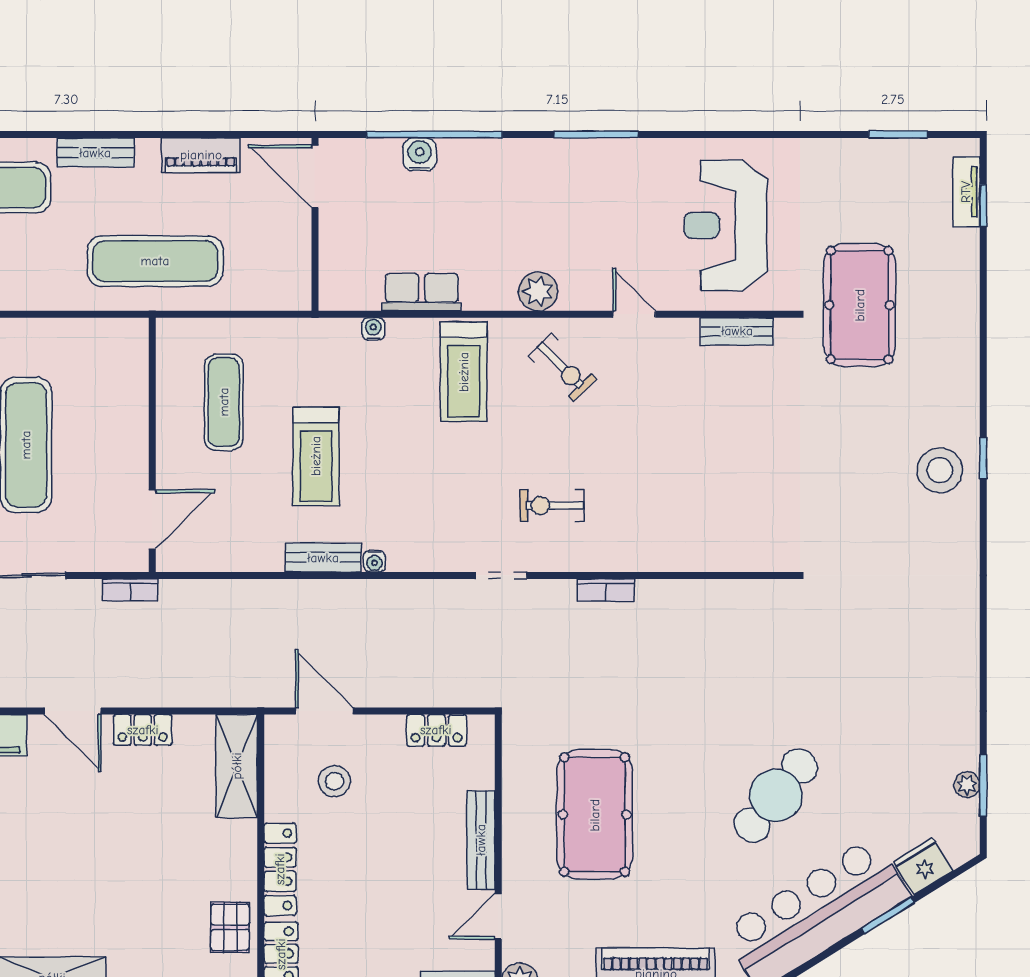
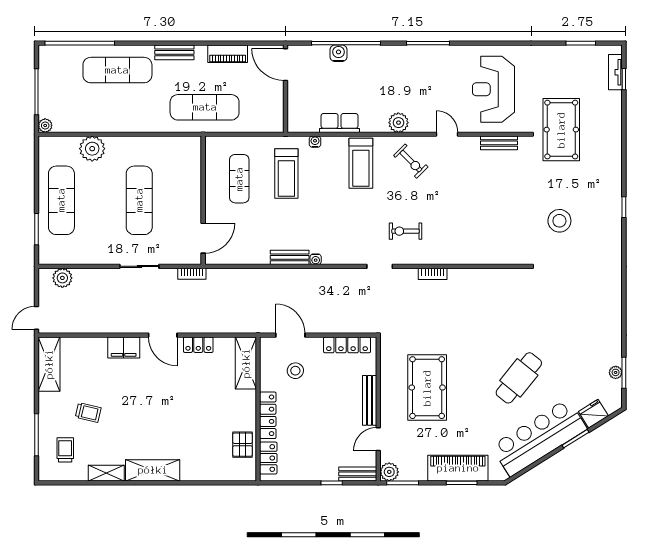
treadmill: (316, 456) -> (286, 174), moved
stool: (940, 470) -> (559, 221), moved
locker: (436, 730) -> (347, 345), width x1.53

